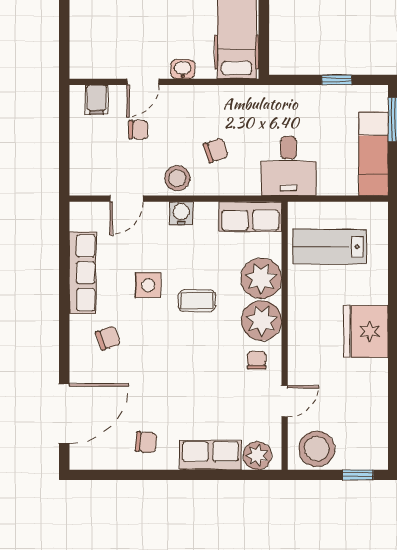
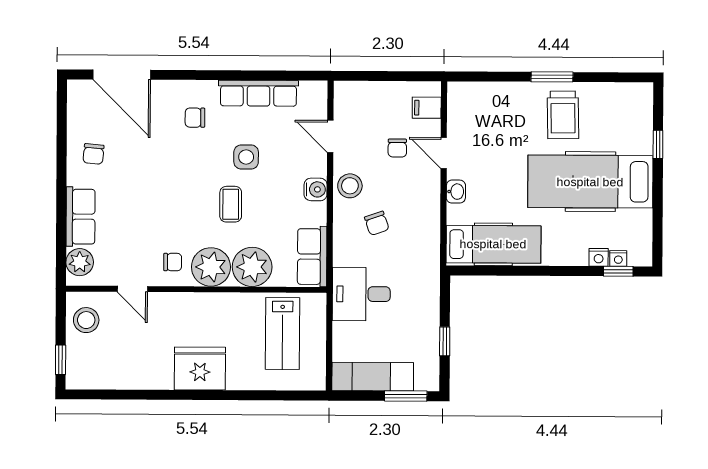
lab bench: (330, 247) -> (283, 334), turned 180
chair: (108, 338) -> (195, 118), turned 110
stool: (317, 449) -> (86, 320), width x0.73, depth x0.73

